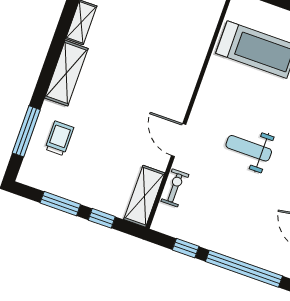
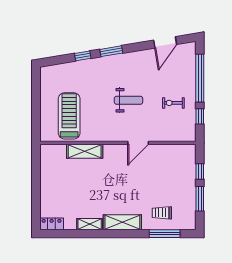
weight bench: (249, 148) -> (128, 100), turned -90
exercise bike: (175, 188) -> (173, 103), moved
shelving: (144, 196) -> (85, 151), moved

